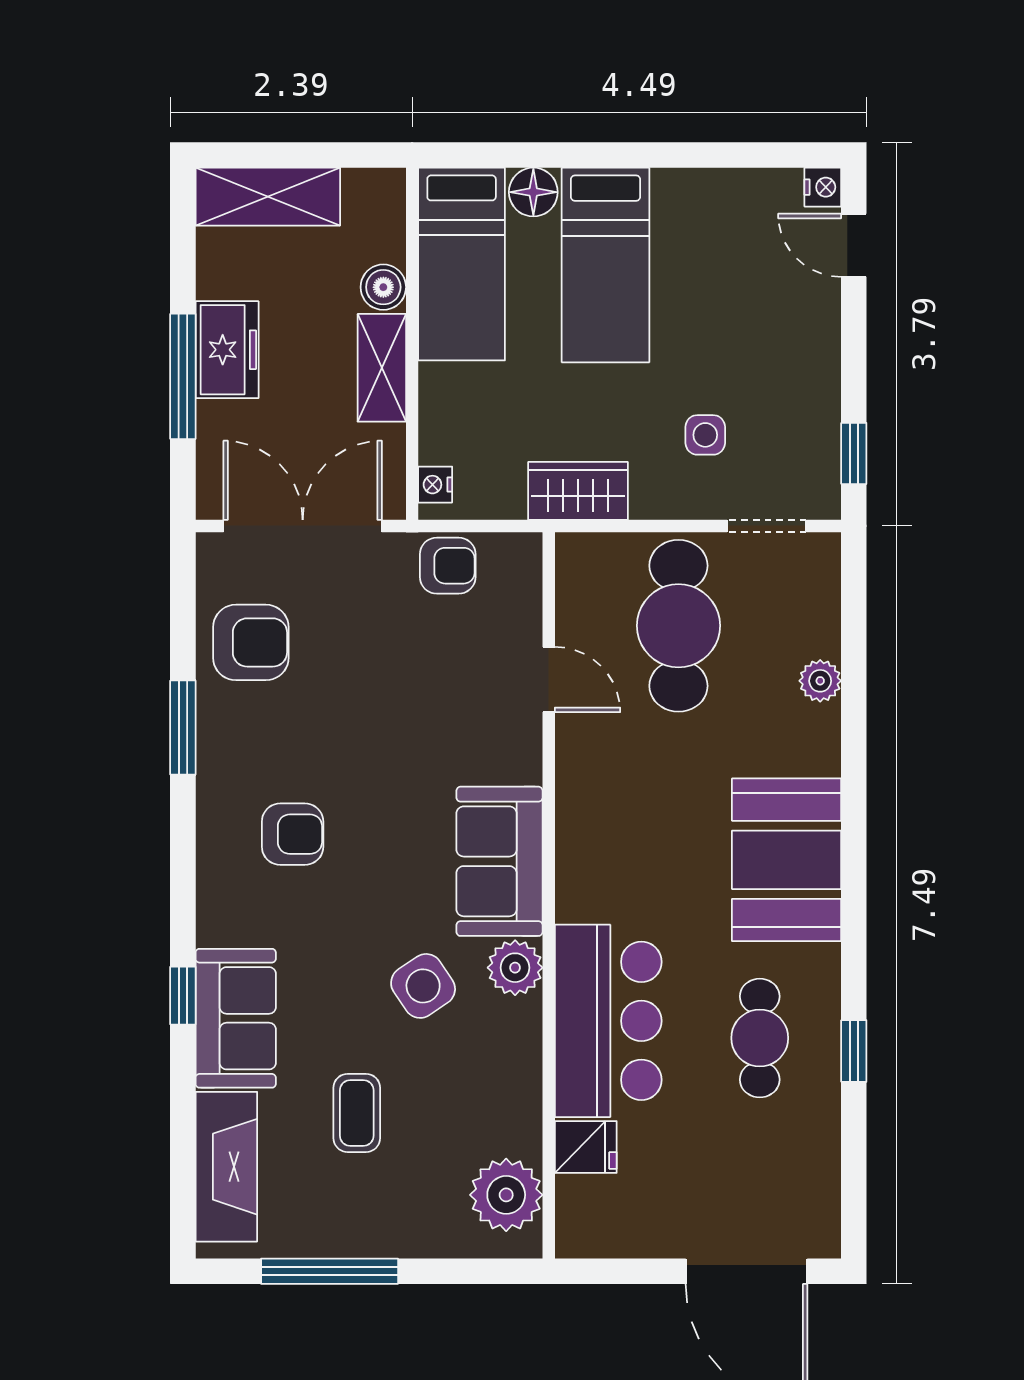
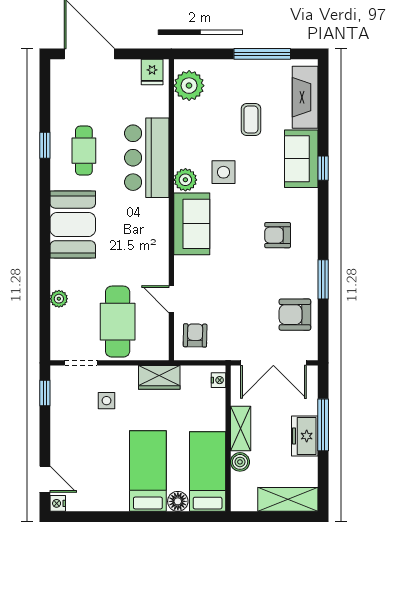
armchair: (448, 566) -> (195, 335), moved, turned 91
side table: (423, 986) -> (224, 172), turned 34
fridge: (586, 1147) -> (152, 72), moved, turned -90

